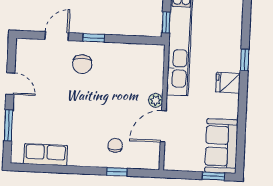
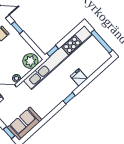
plant: (151, 62) -> (30, 61), added
fridge: (228, 83) -> (79, 77), moved

